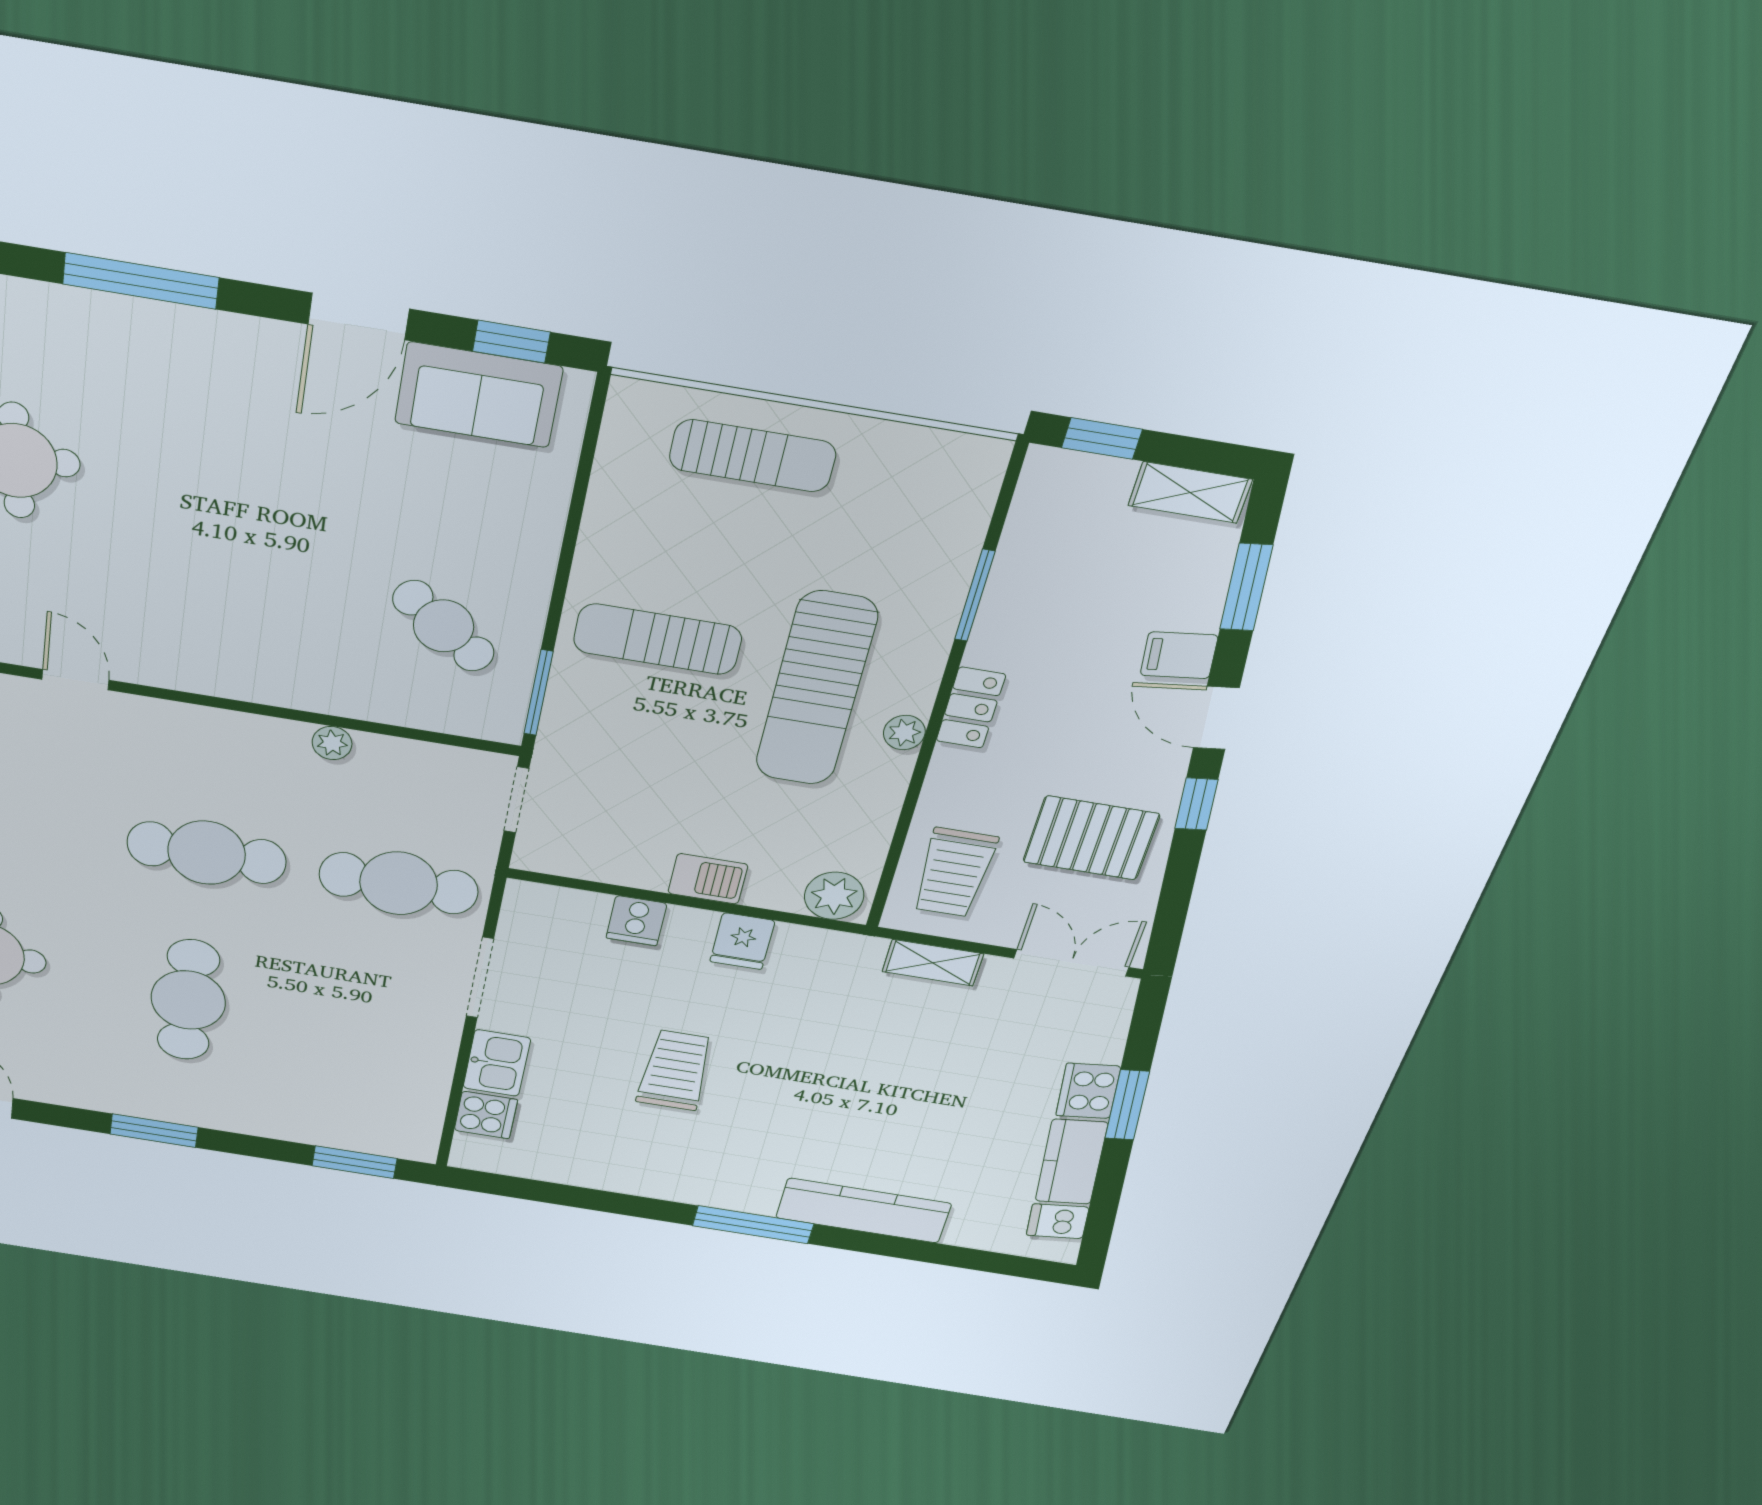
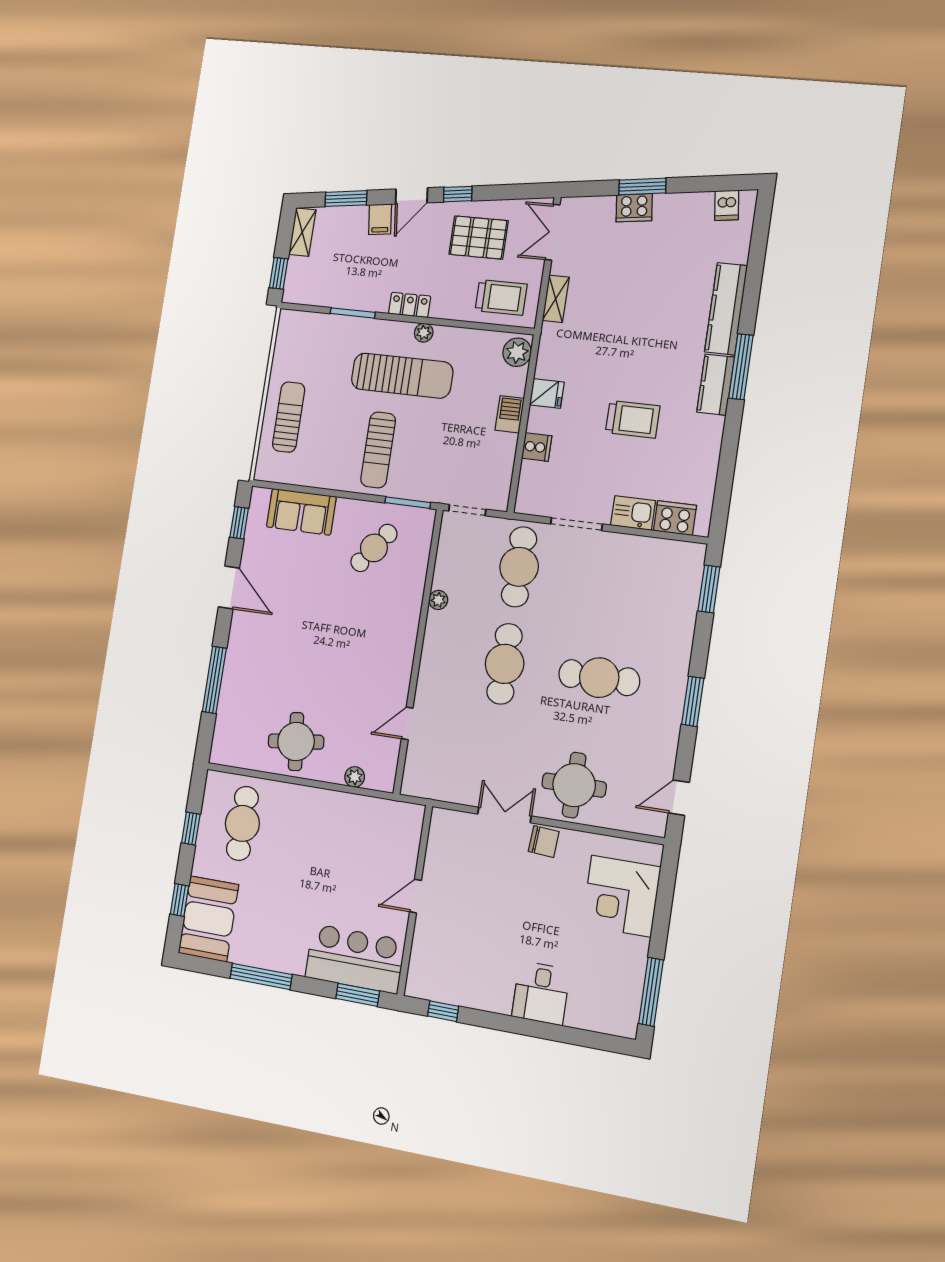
sofa: (478, 395) -> (301, 512), moved, turned 90
pallet: (1091, 838) -> (479, 238), turned 90
trolley: (675, 1070) -> (633, 419), turned 180
cooker: (486, 1115) -> (675, 518), width x1.36
kitchen counter: (1071, 1162) -> (716, 385), moved, turned 97

